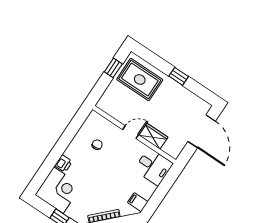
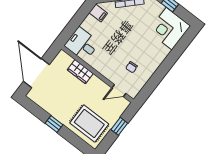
window: (113, 68) -> (119, 126), moved
door: (131, 132) -> (119, 91), moved
printer: (63, 163) -> (163, 52), removed

